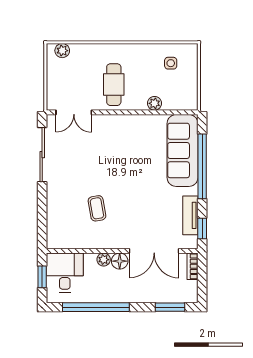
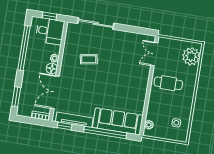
plant: (62, 51) -> (191, 56), width x1.88, depth x1.88
plant: (154, 103) -> (149, 125), moved
sliding door: (42, 155) -> (96, 23), moved
tv unit: (190, 215) -> (74, 120), width x1.41

